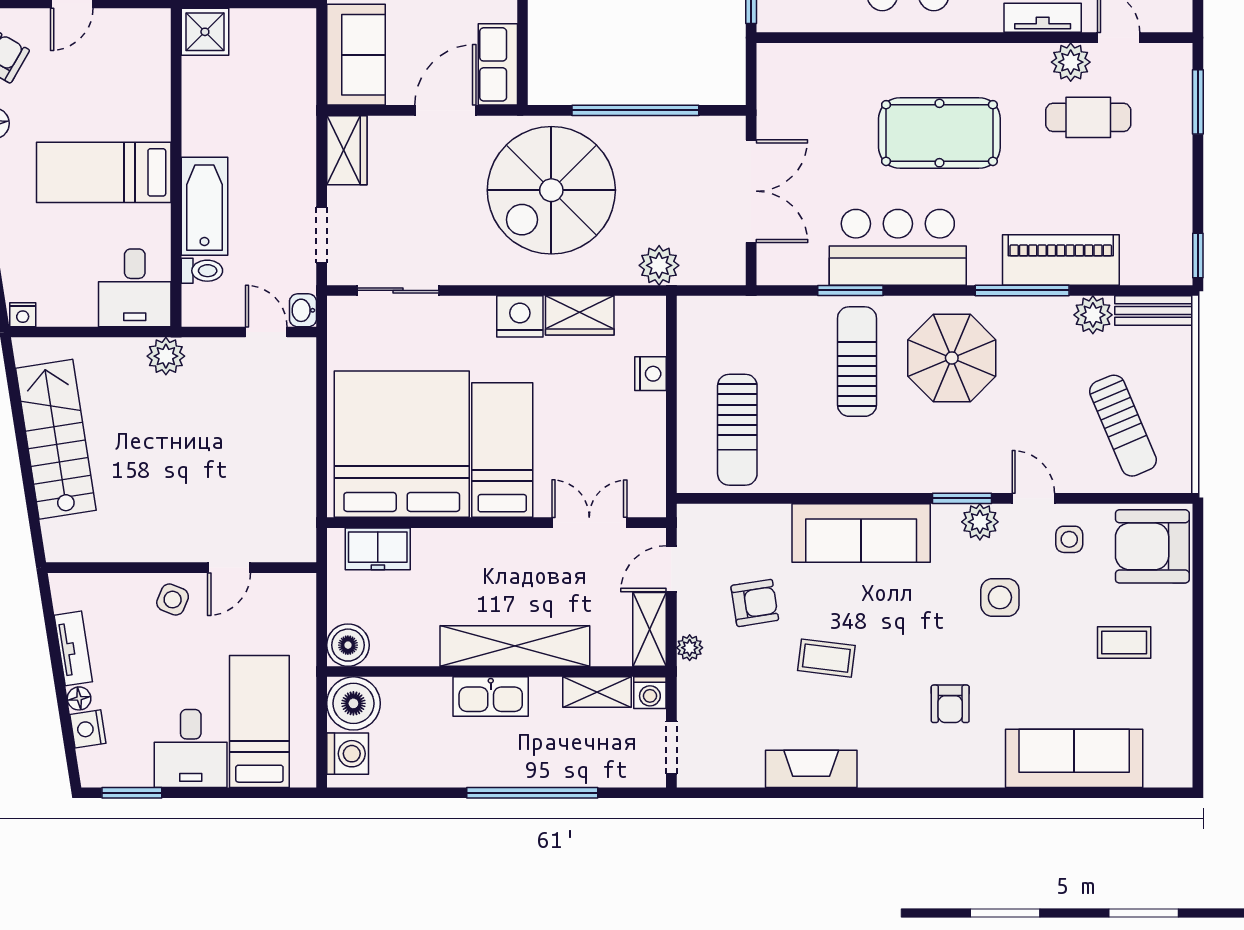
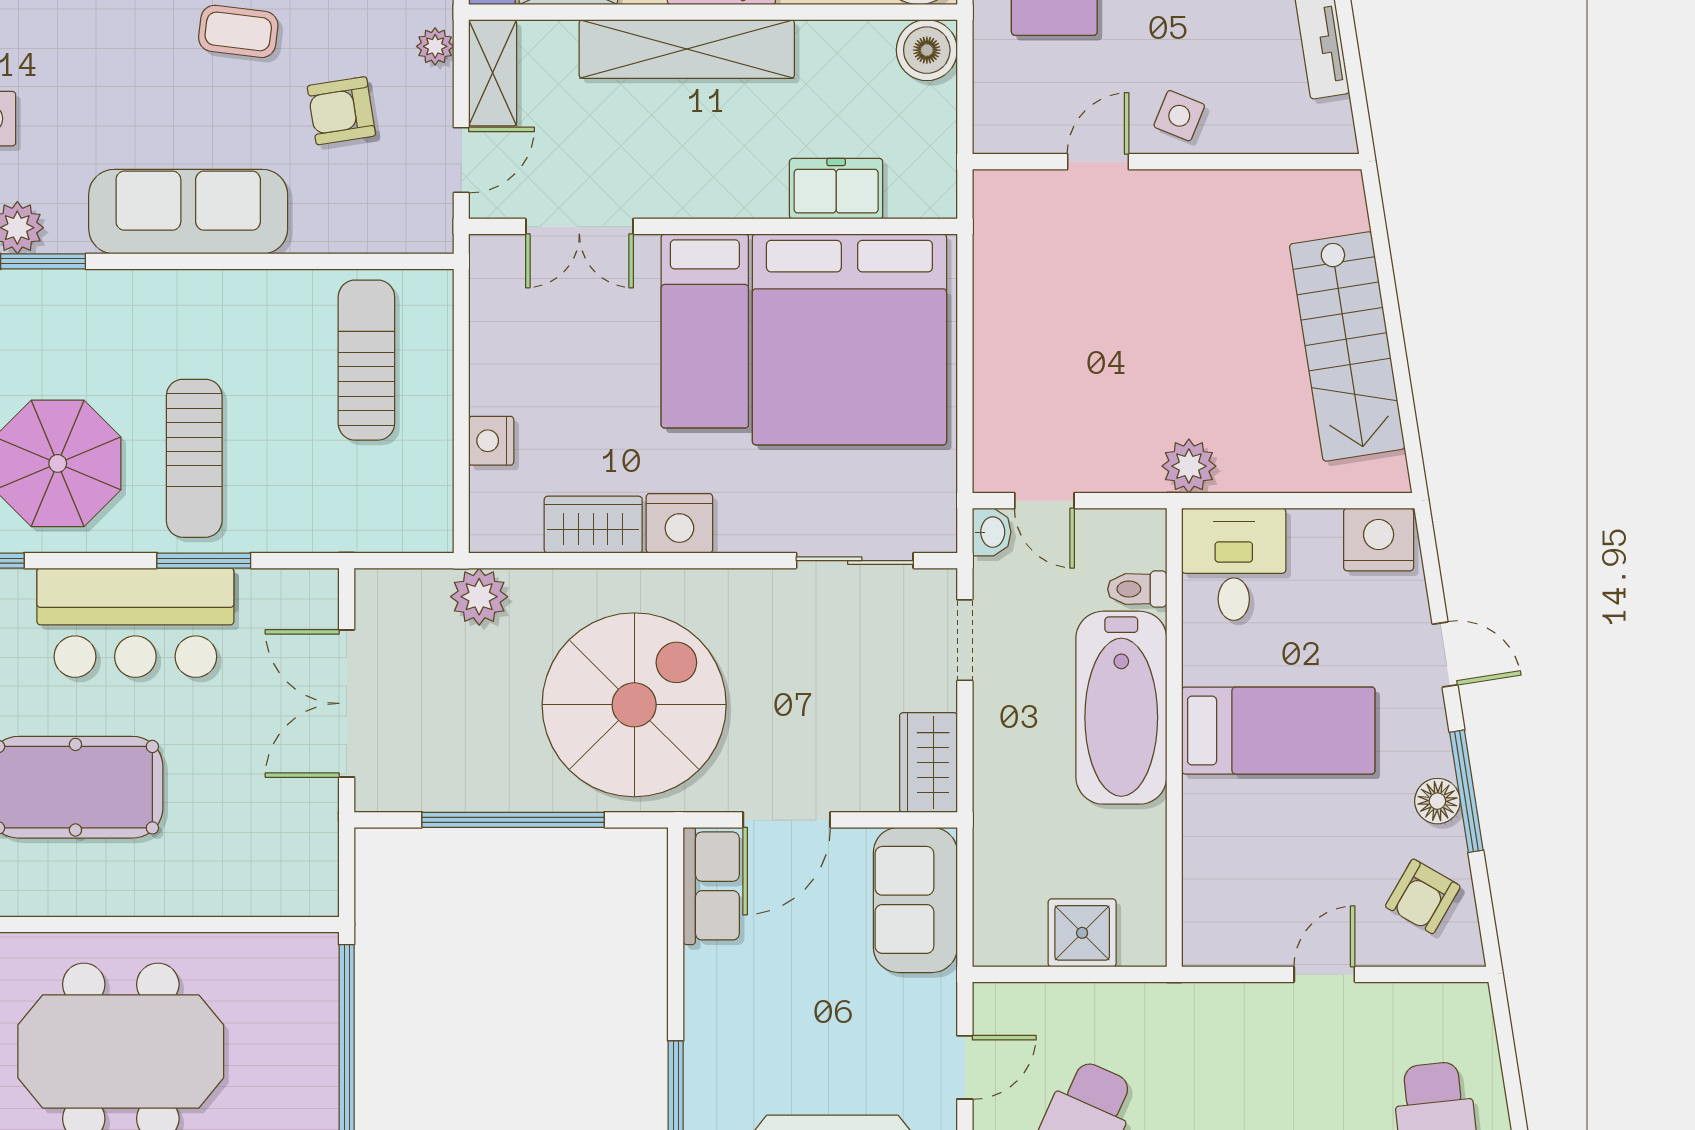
shower: (205, 32) -> (1082, 933), moved
bathtub: (204, 206) -> (1121, 708), width x1.36, depth x1.36
nightstand: (23, 315) -> (1379, 540), width x1.89, depth x1.79
freezer: (378, 549) -> (836, 189), moved

